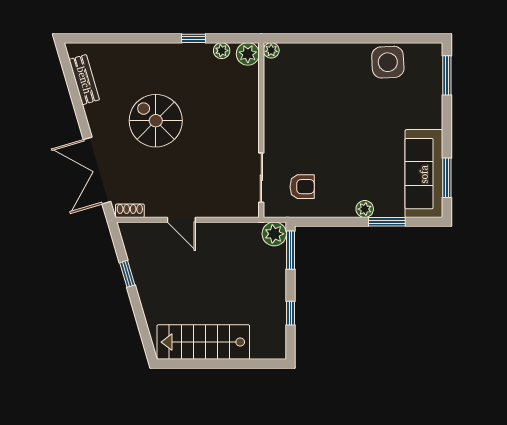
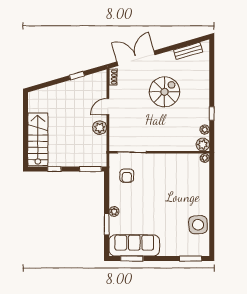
plant: (274, 234) -> (100, 128), moved
stairs: (203, 342) -> (38, 139), moved

